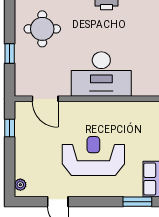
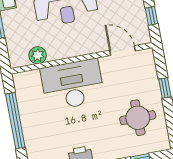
plant: (131, 110) -> (38, 55), added

